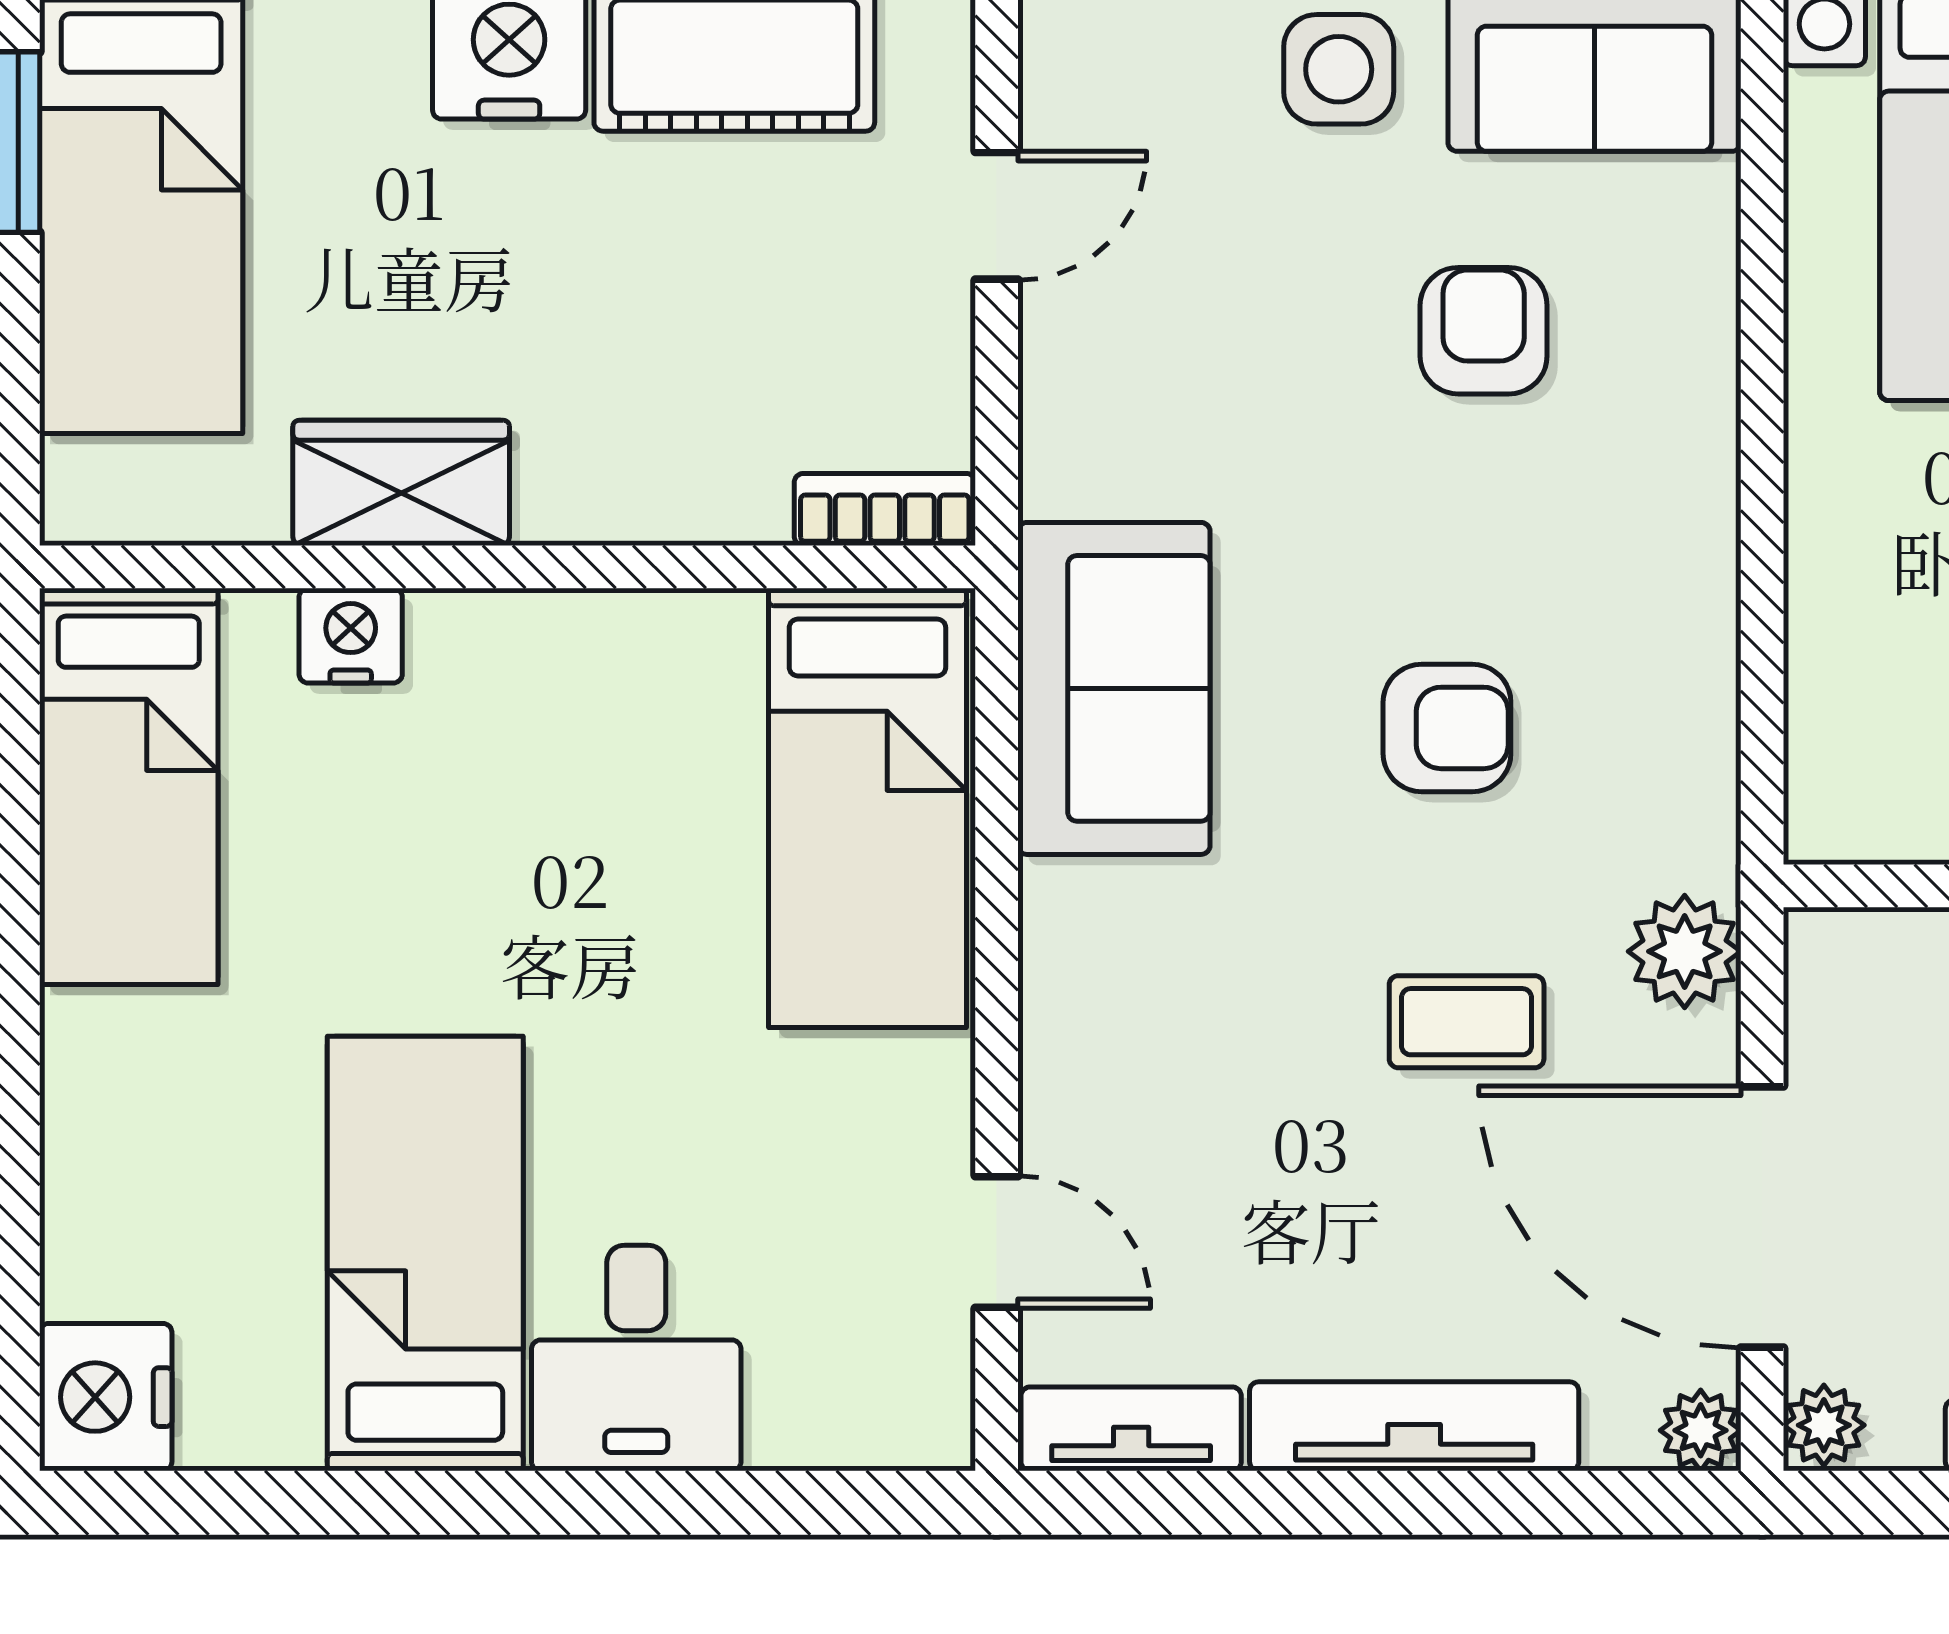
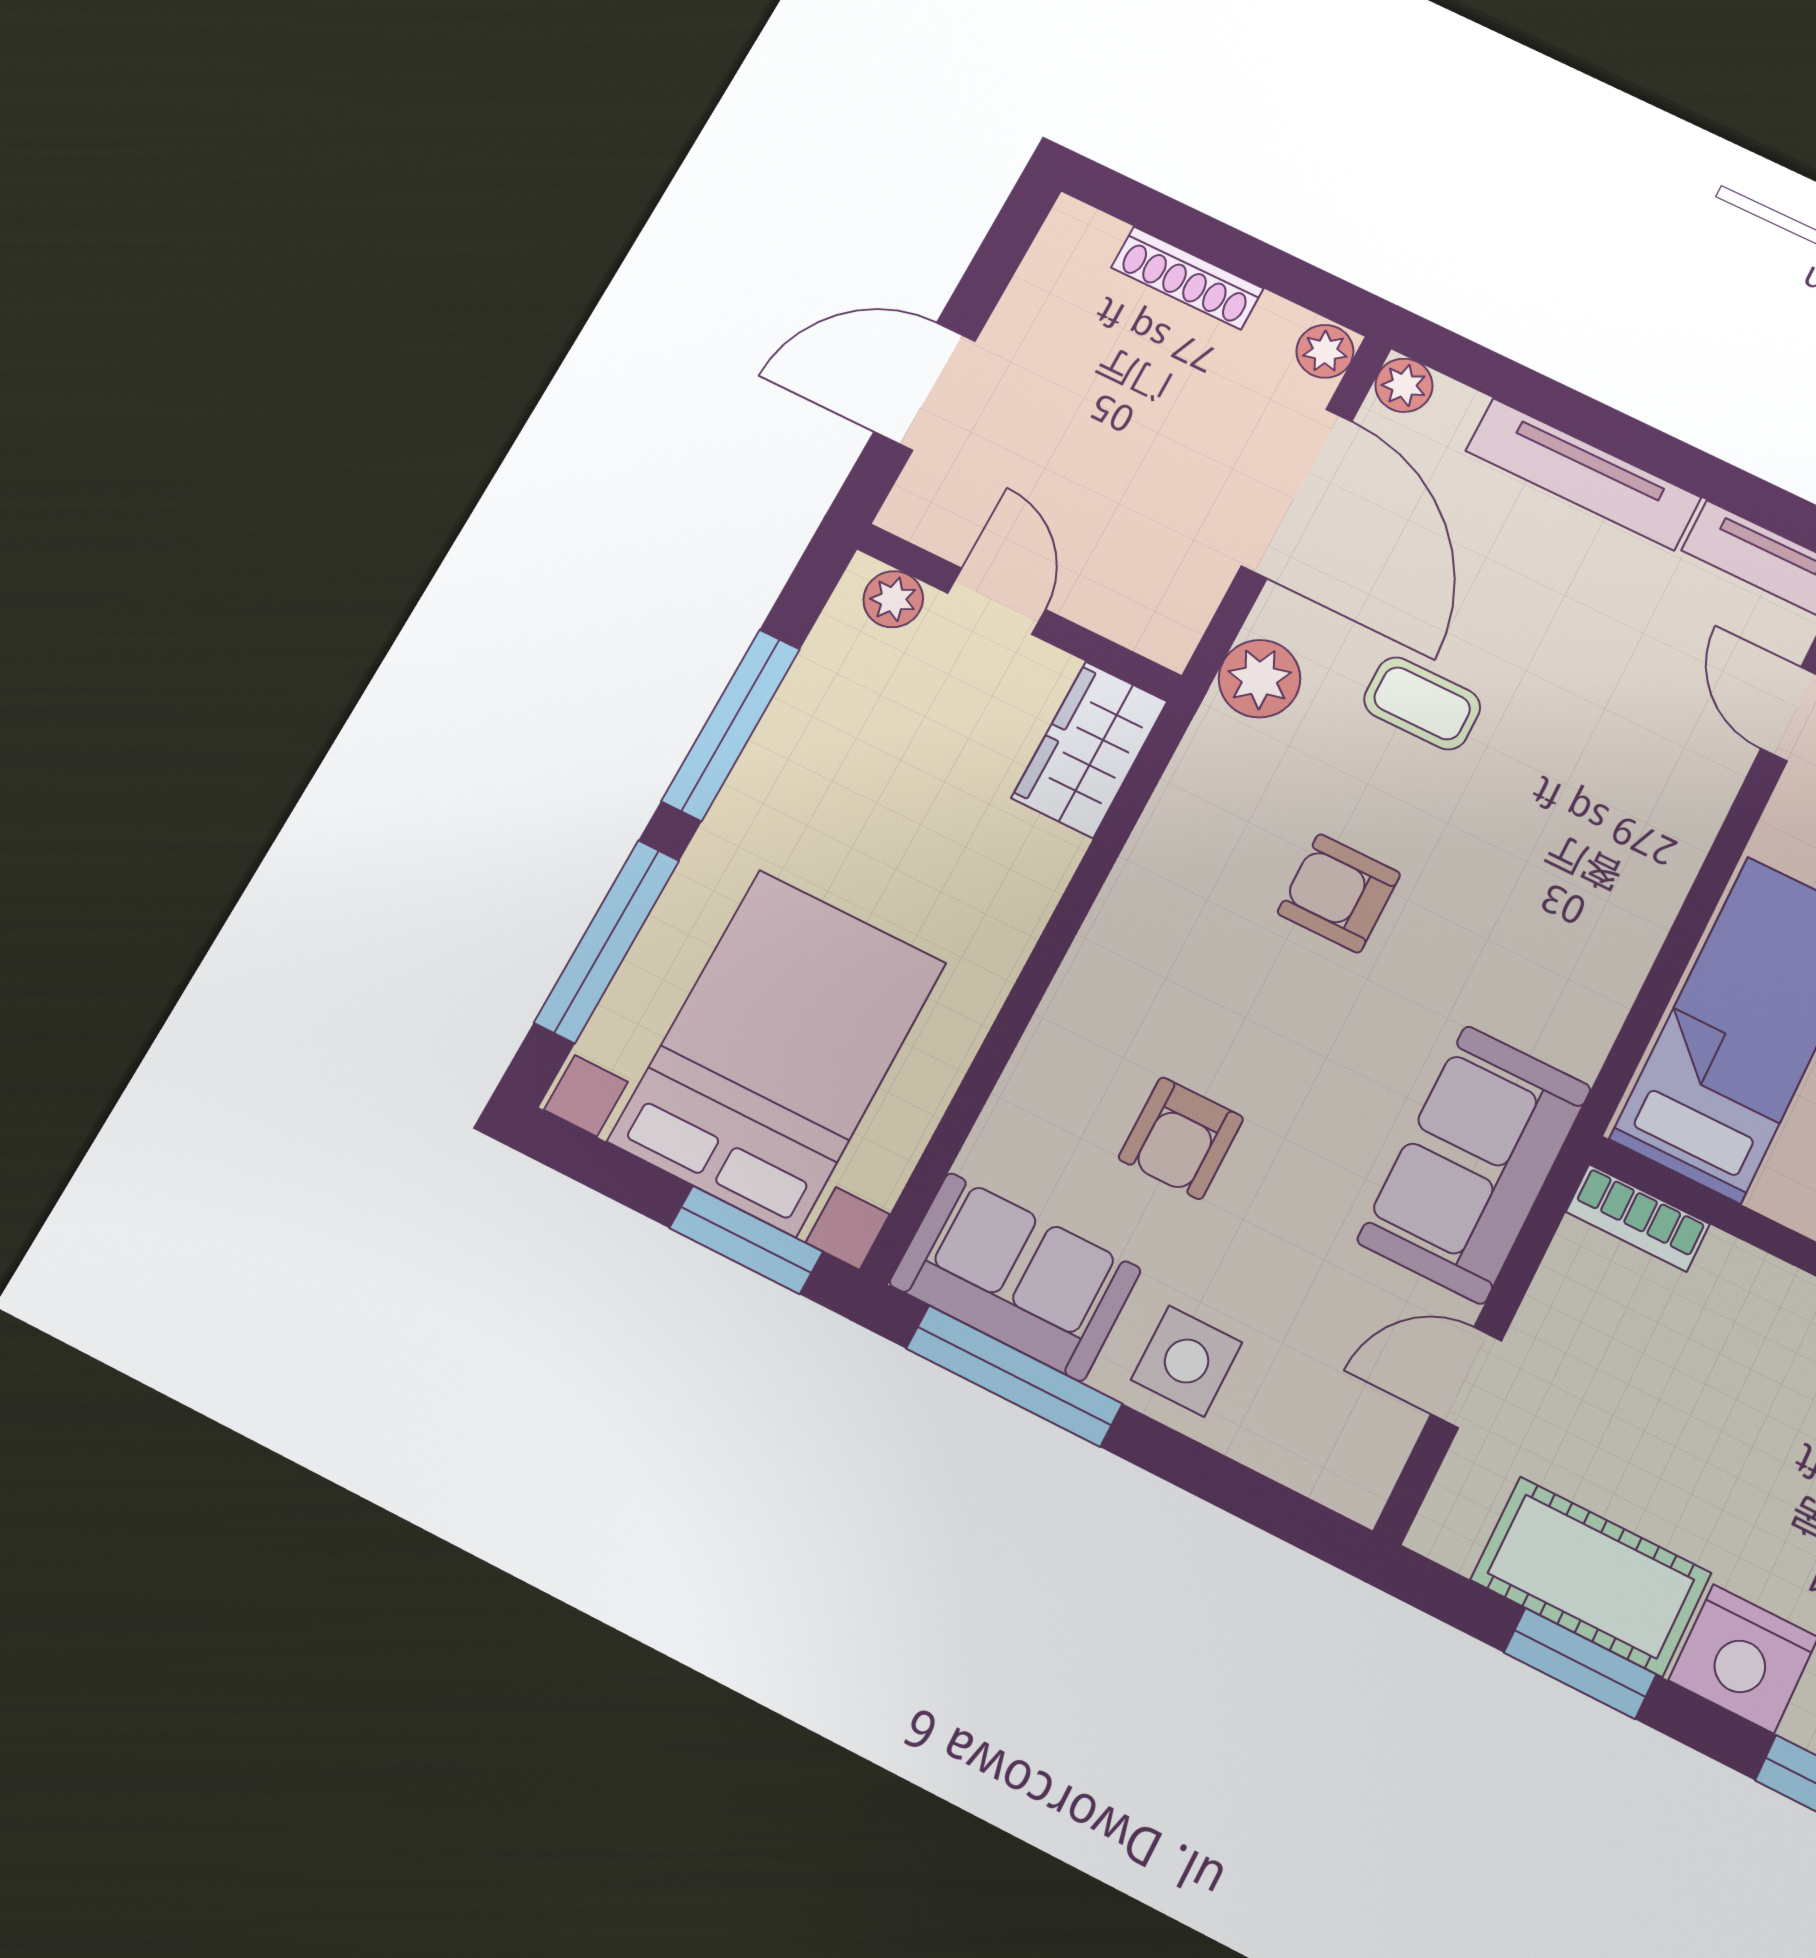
sofa: (1114, 688) -> (1474, 1164), moved
wardrobe: (1847, 755) -> (1090, 750), added

